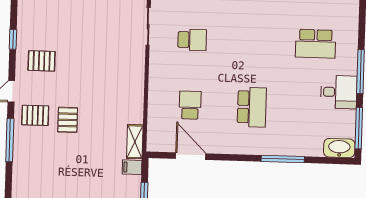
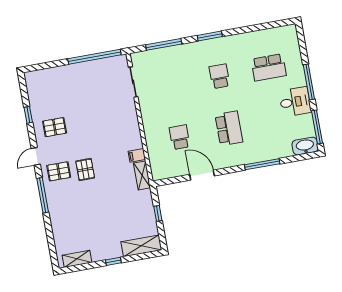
school desk: (192, 40) -> (219, 76), moved, turned -90
door: (191, 156) -> (202, 175), moved
filing cabinet: (132, 167) -> (137, 155), moved

